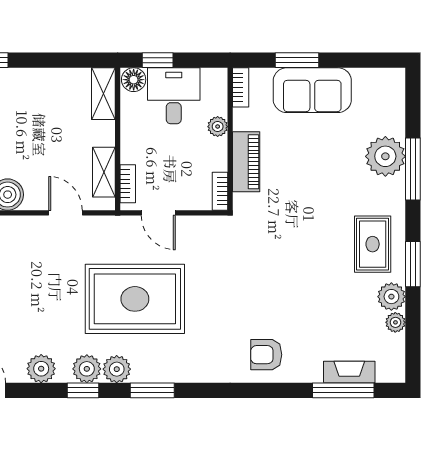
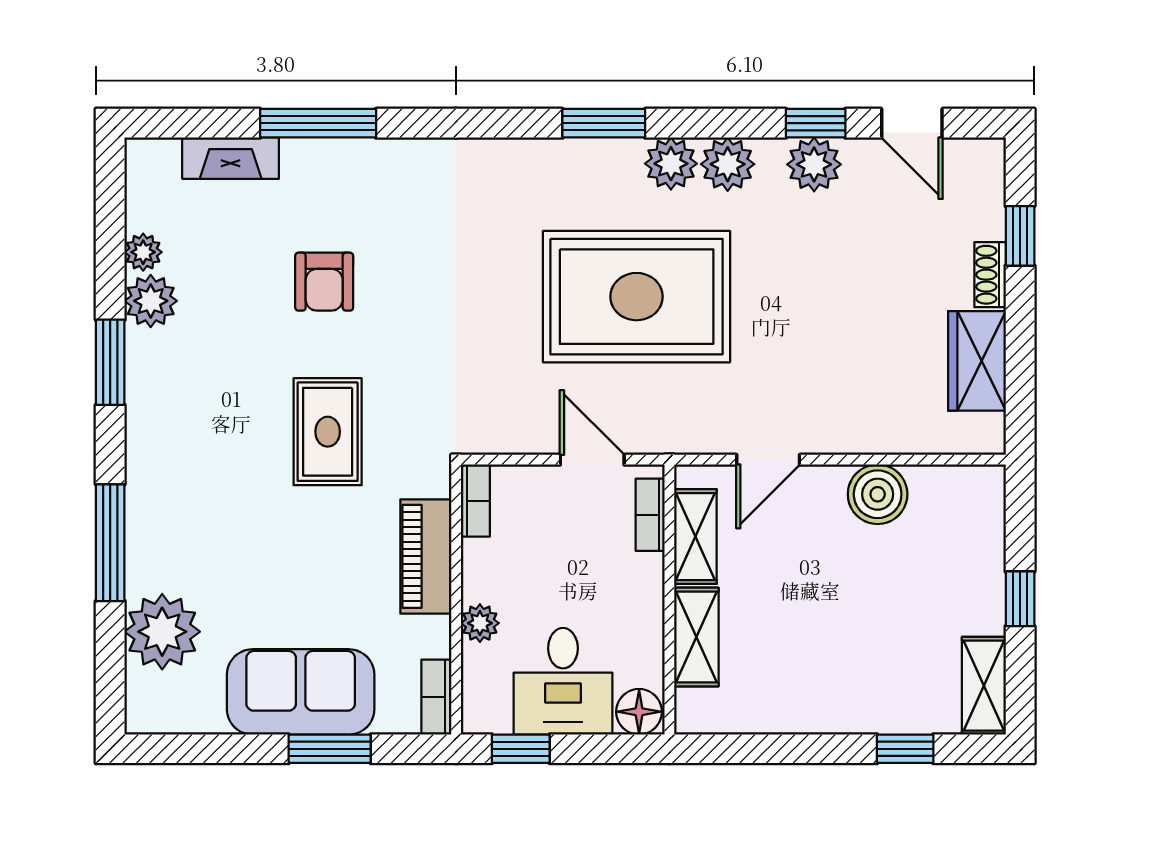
window: (158, 60) -> (521, 749), moved
shelving: (103, 94) -> (696, 637), moved
plant: (385, 156) -> (162, 632), moved
door: (65, 213) -> (768, 460), hinge flipped
rug: (373, 244) -> (328, 432), moved
armchair: (266, 355) -> (324, 282), moved, turned 90
window: (83, 390) -> (816, 123), moved
window: (343, 390) -> (318, 123), moved

